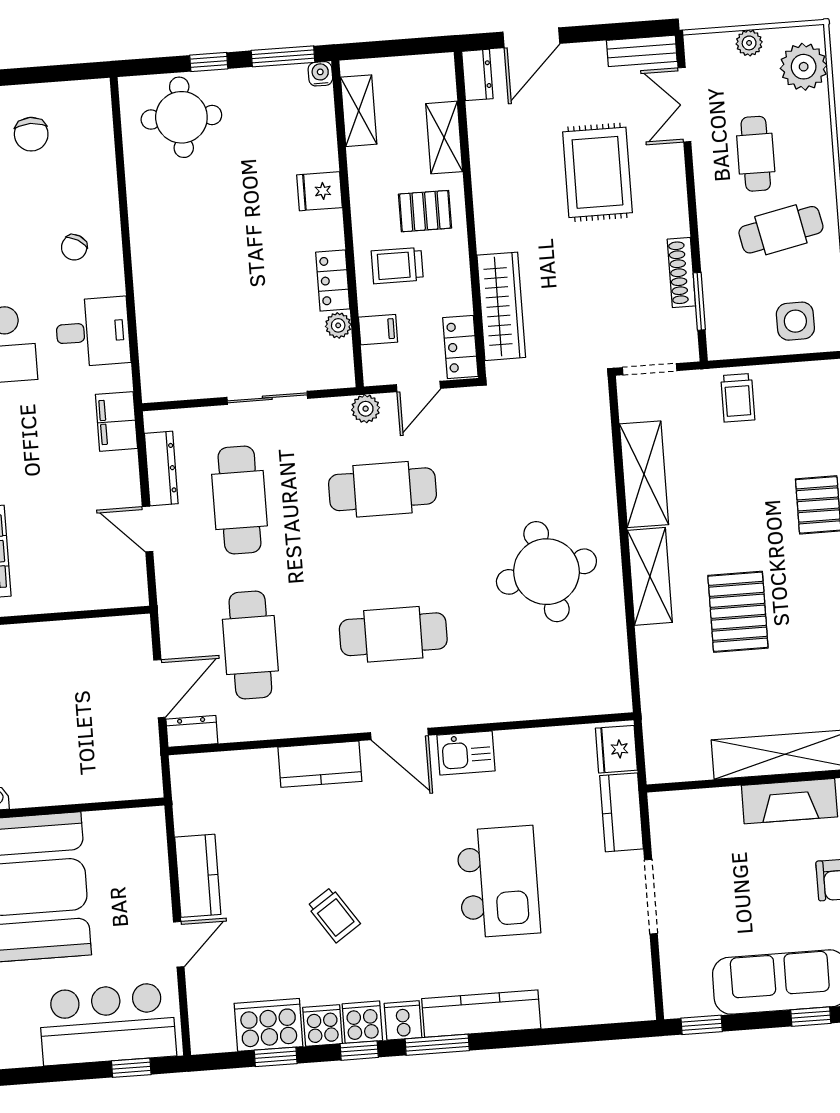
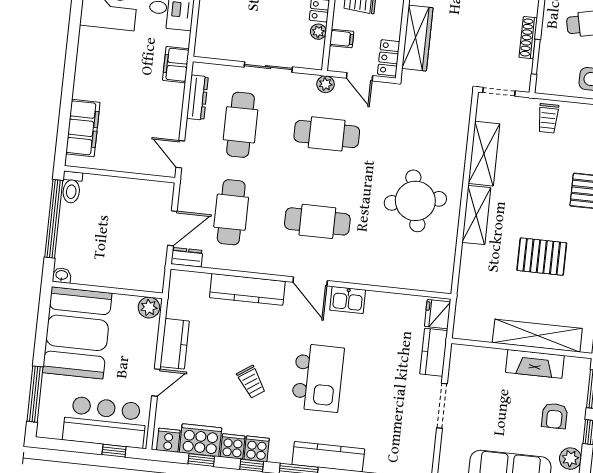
door: (418, 386) -> (359, 77), hinge flipped
door: (148, 529) -> (180, 154), moved
pallet: (738, 612) -> (542, 257), moved, turned 90
kitchen counter: (320, 764) -> (247, 289), width x1.50
plant: (145, 824) -> (149, 307), added
kitchen island: (498, 882) -> (318, 378), moved
cooker: (403, 1020) -> (168, 440), moved

